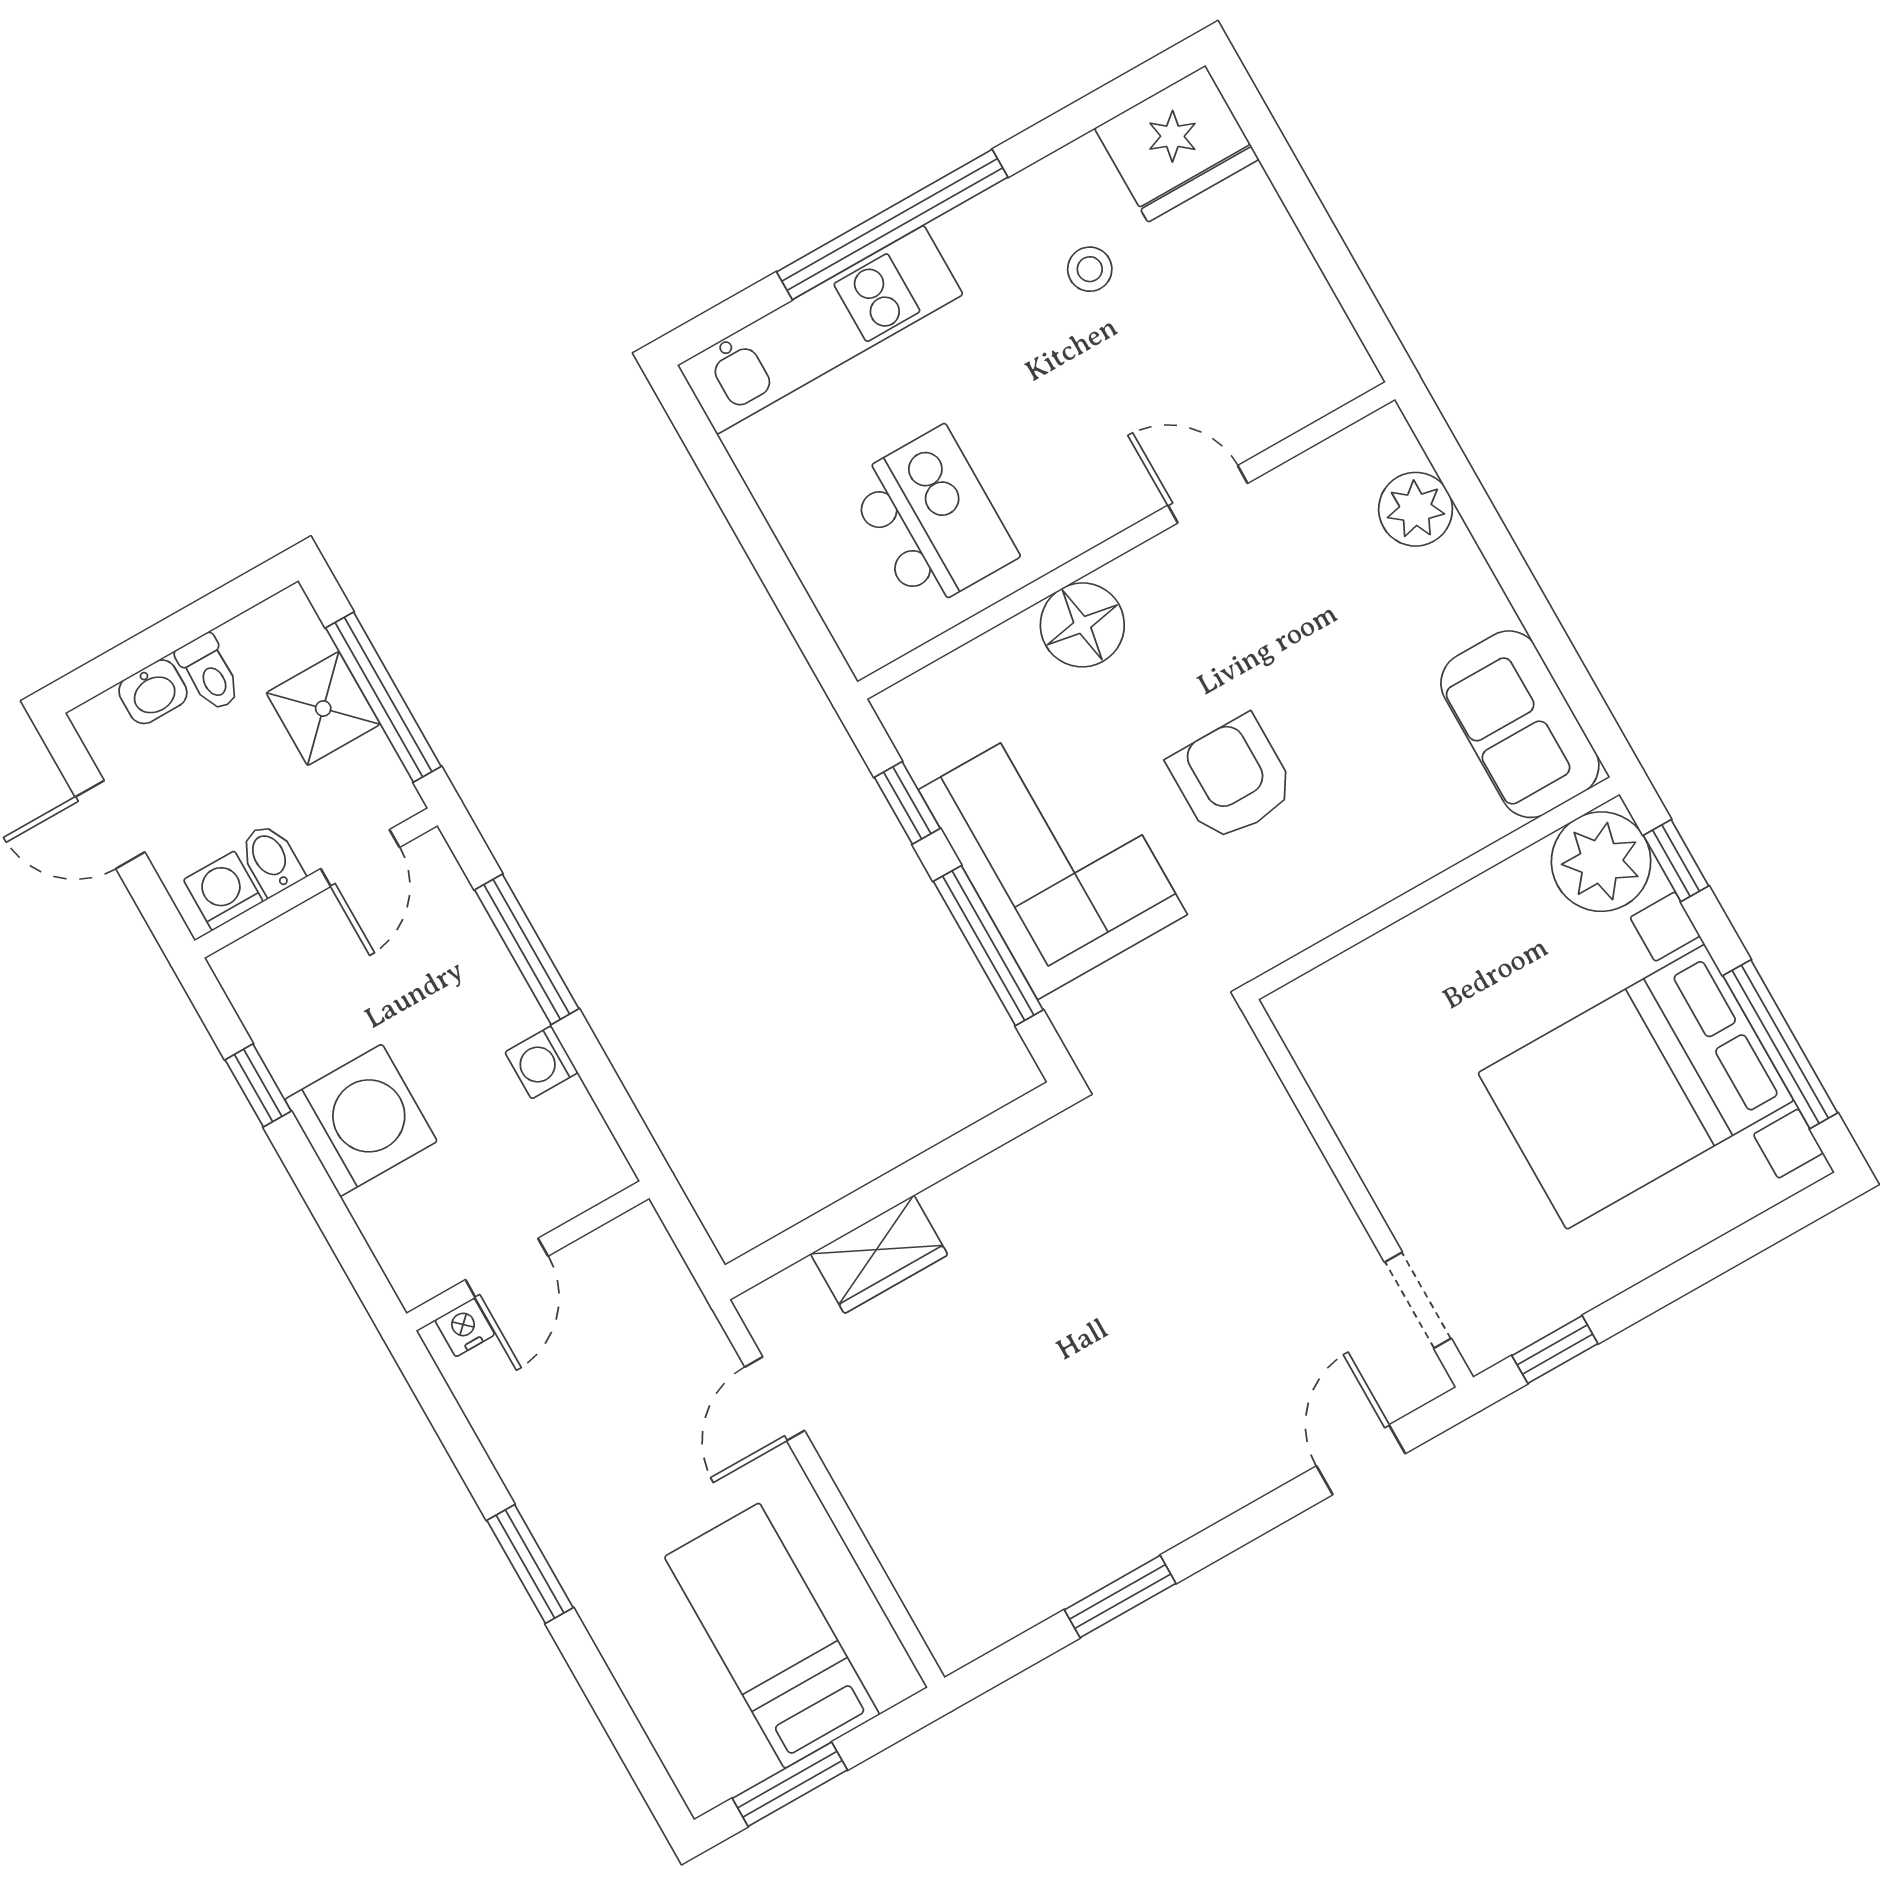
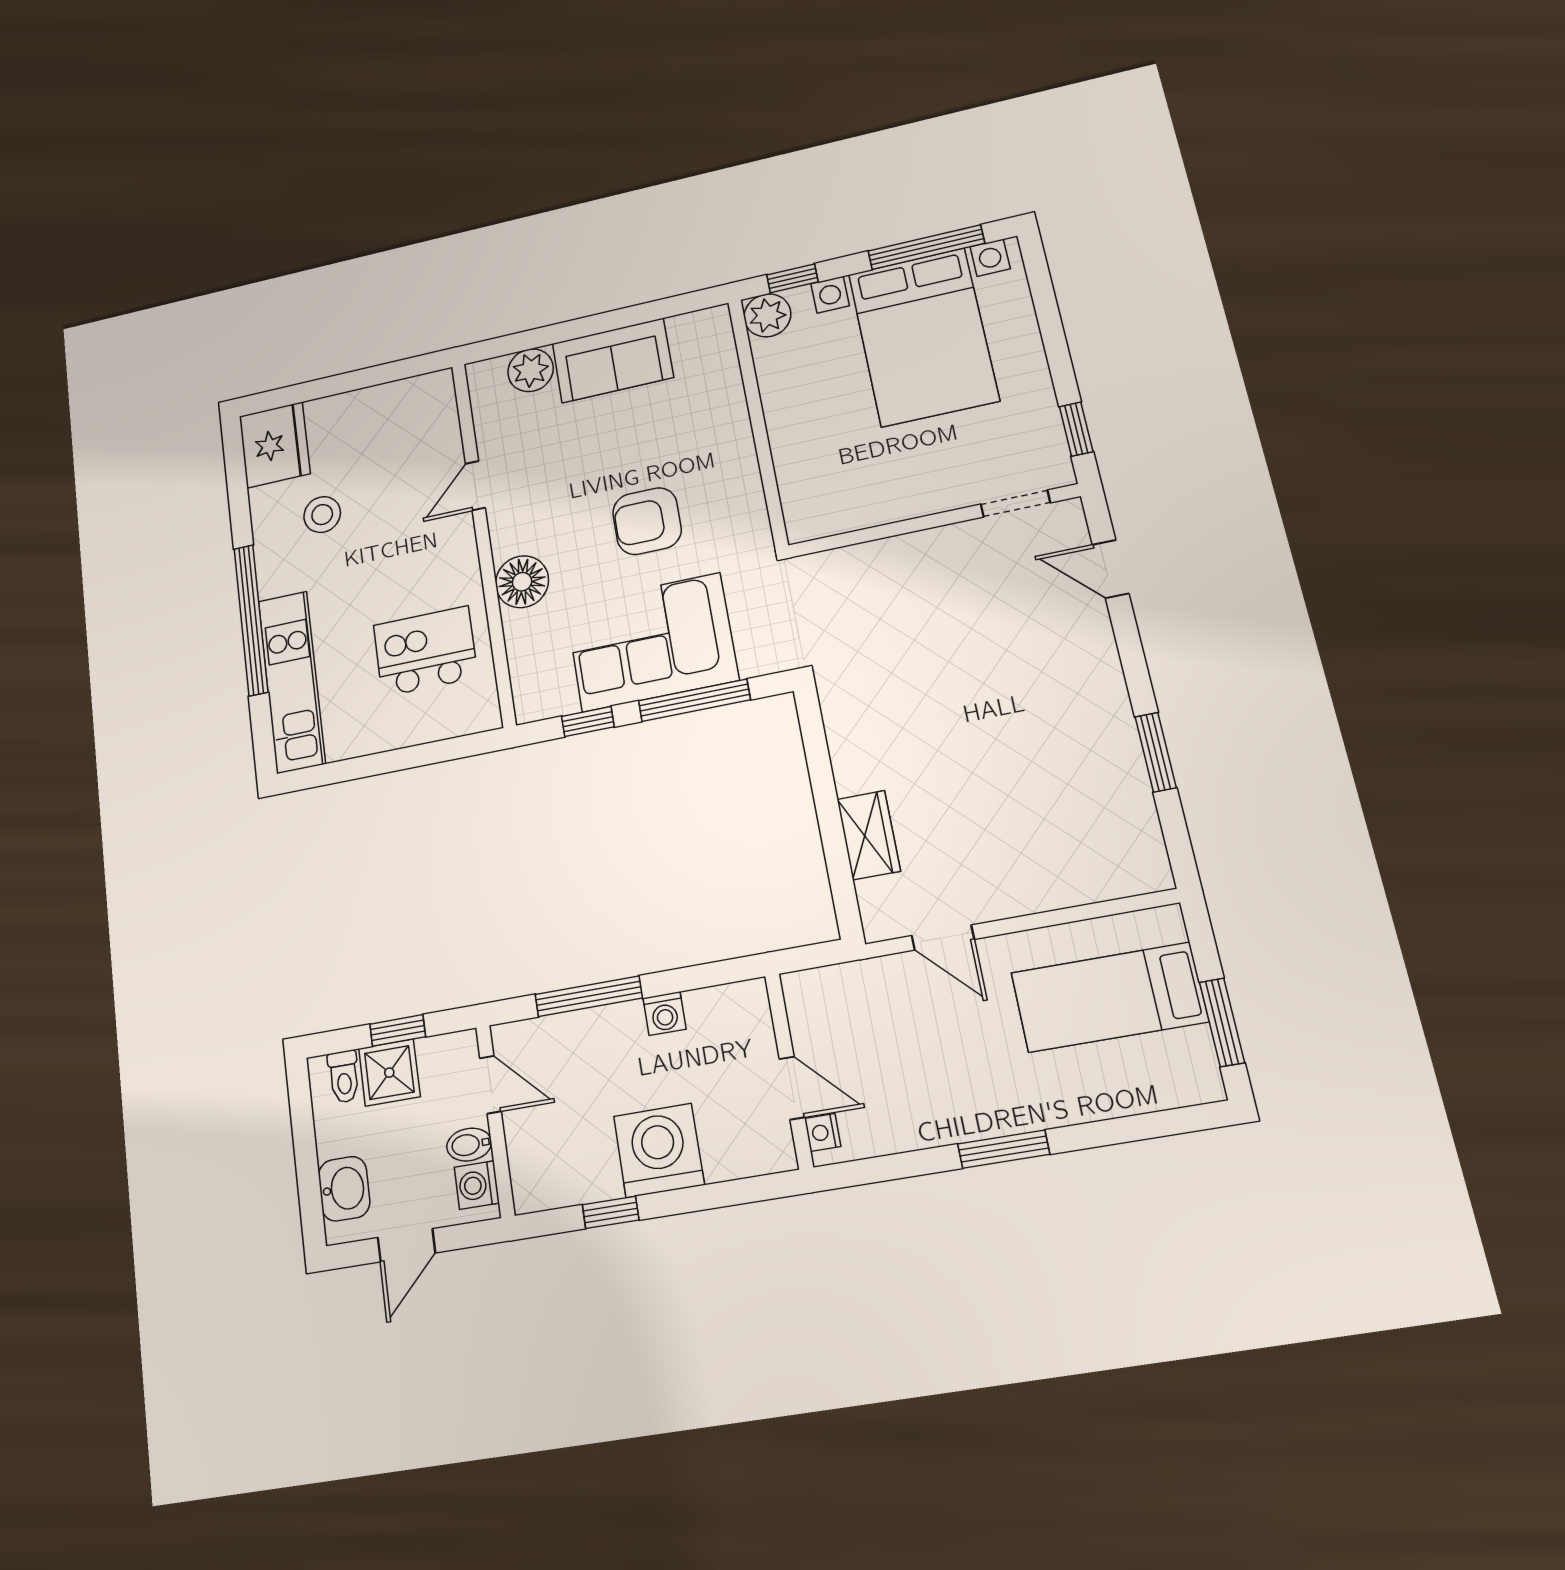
stool: (1090, 269) -> (322, 515), width x1.37, depth x1.37
toilet: (209, 673) -> (344, 1077), moved, turned 90
washbasin: (153, 692) -> (344, 1189), width x1.38, depth x1.45
window: (383, 697) -> (398, 1030), width x0.46
sofa: (1520, 724) -> (613, 360), moved
plant: (1601, 862) -> (767, 315), width x0.73, depth x0.73

